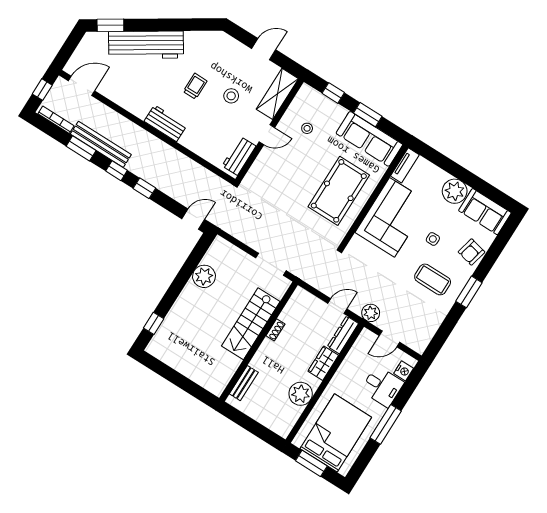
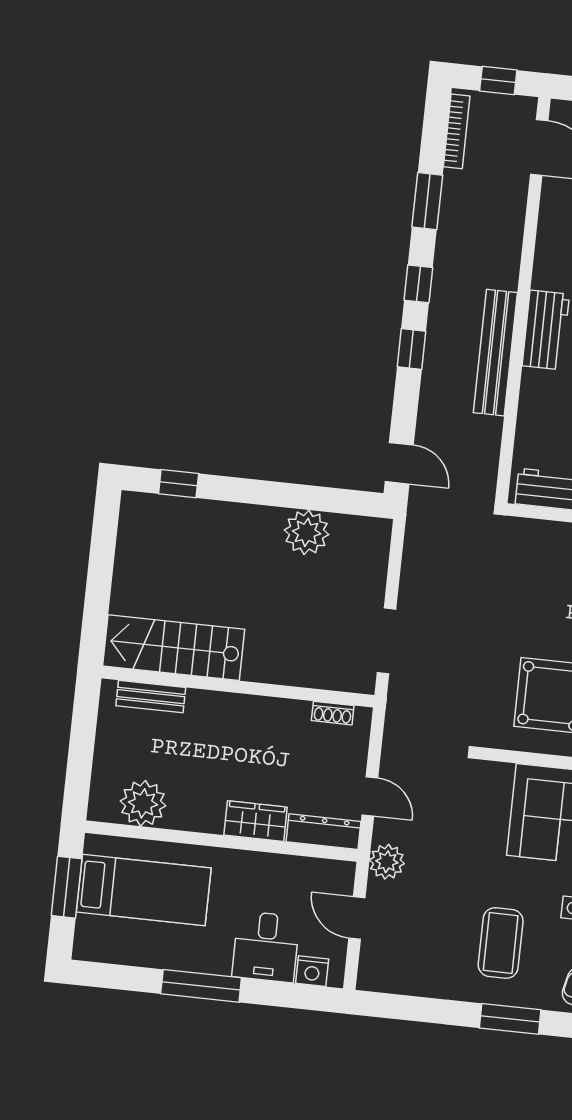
bench: (101, 144) -> (495, 353), moved
stairs: (251, 324) -> (174, 648), moved
shoe rack: (275, 330) -> (333, 713), moved
plant: (301, 394) -> (143, 803), moved
bed: (336, 433) -> (144, 890), width x0.67

